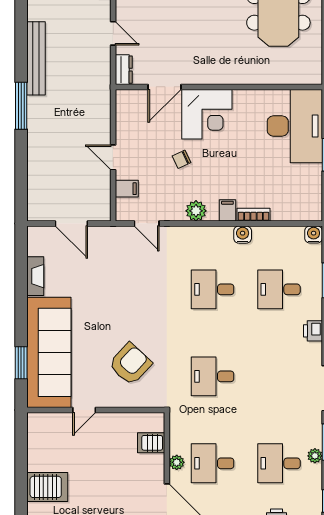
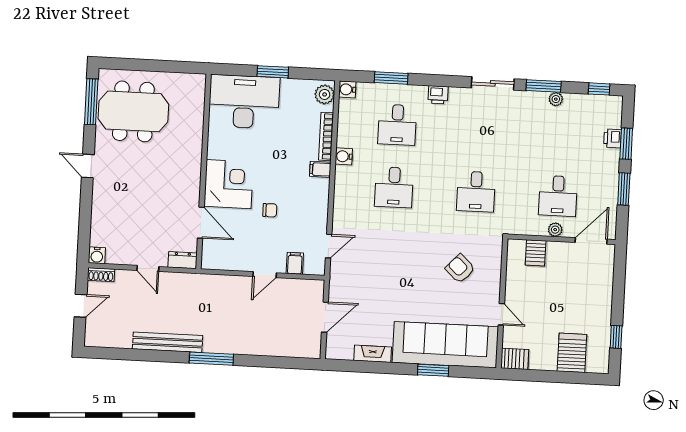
door: (113, 33) -> (148, 268), swing flipped
chair: (181, 159) -> (270, 210), turned -65
plant: (196, 211) -> (325, 94), moved
bookcase: (253, 215) -> (326, 136), width x1.56
window: (21, 363) -> (433, 370), moved
armchair: (130, 364) -> (460, 269), width x0.72, depth x0.72
server rack: (38, 427) -> (515, 359), added
desk: (279, 463) -> (561, 133), removed

